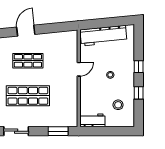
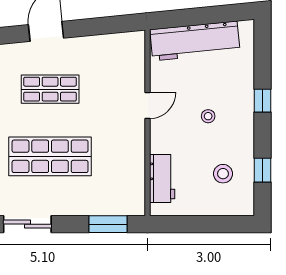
window: (139, 93) -> (262, 170), moved
workbench: (92, 120) -> (162, 179), moved, turned 90

